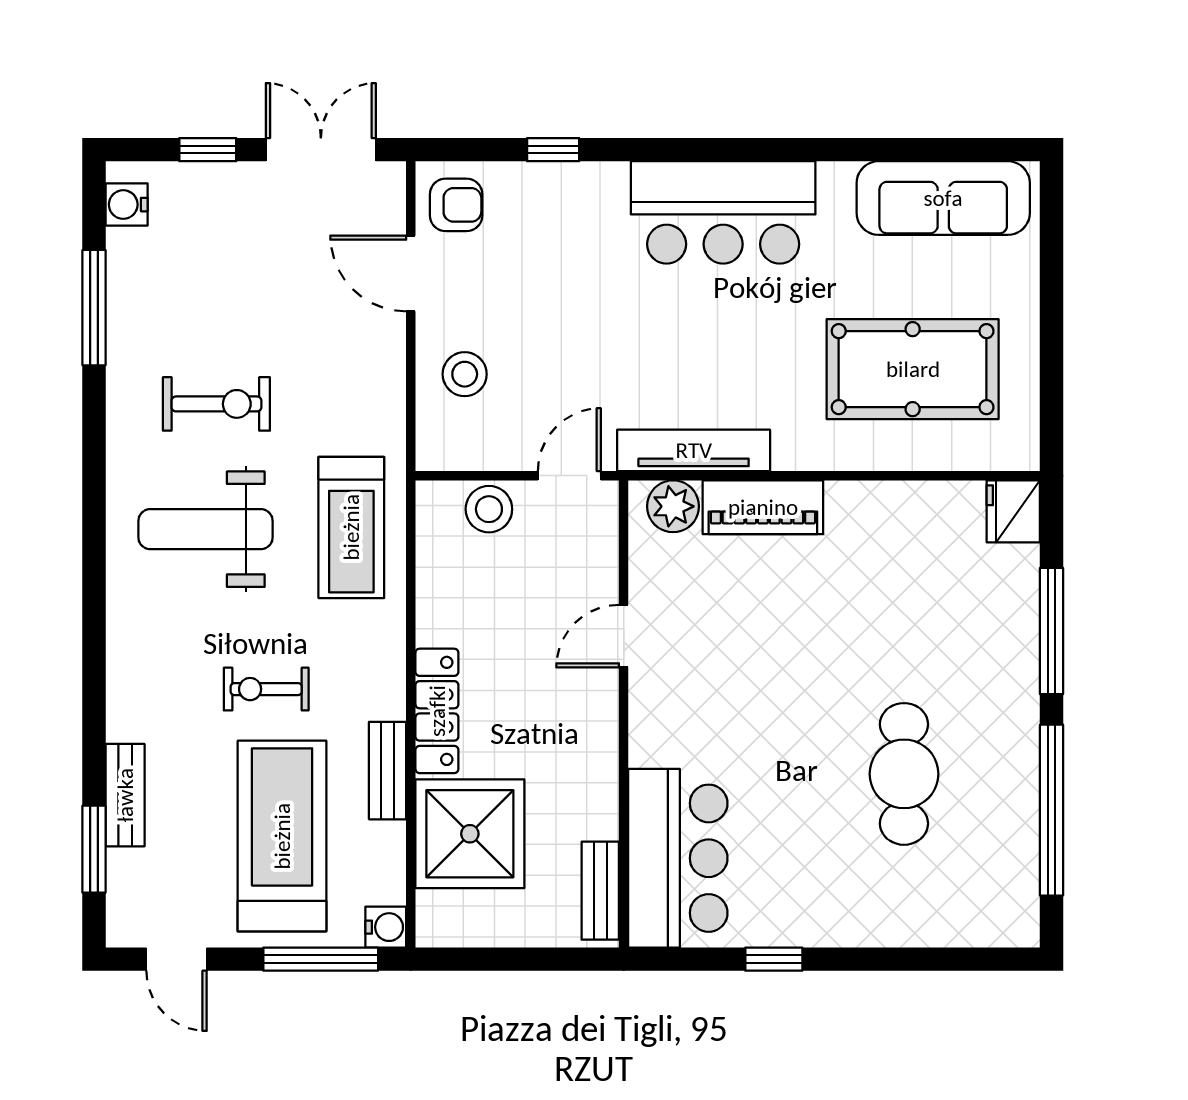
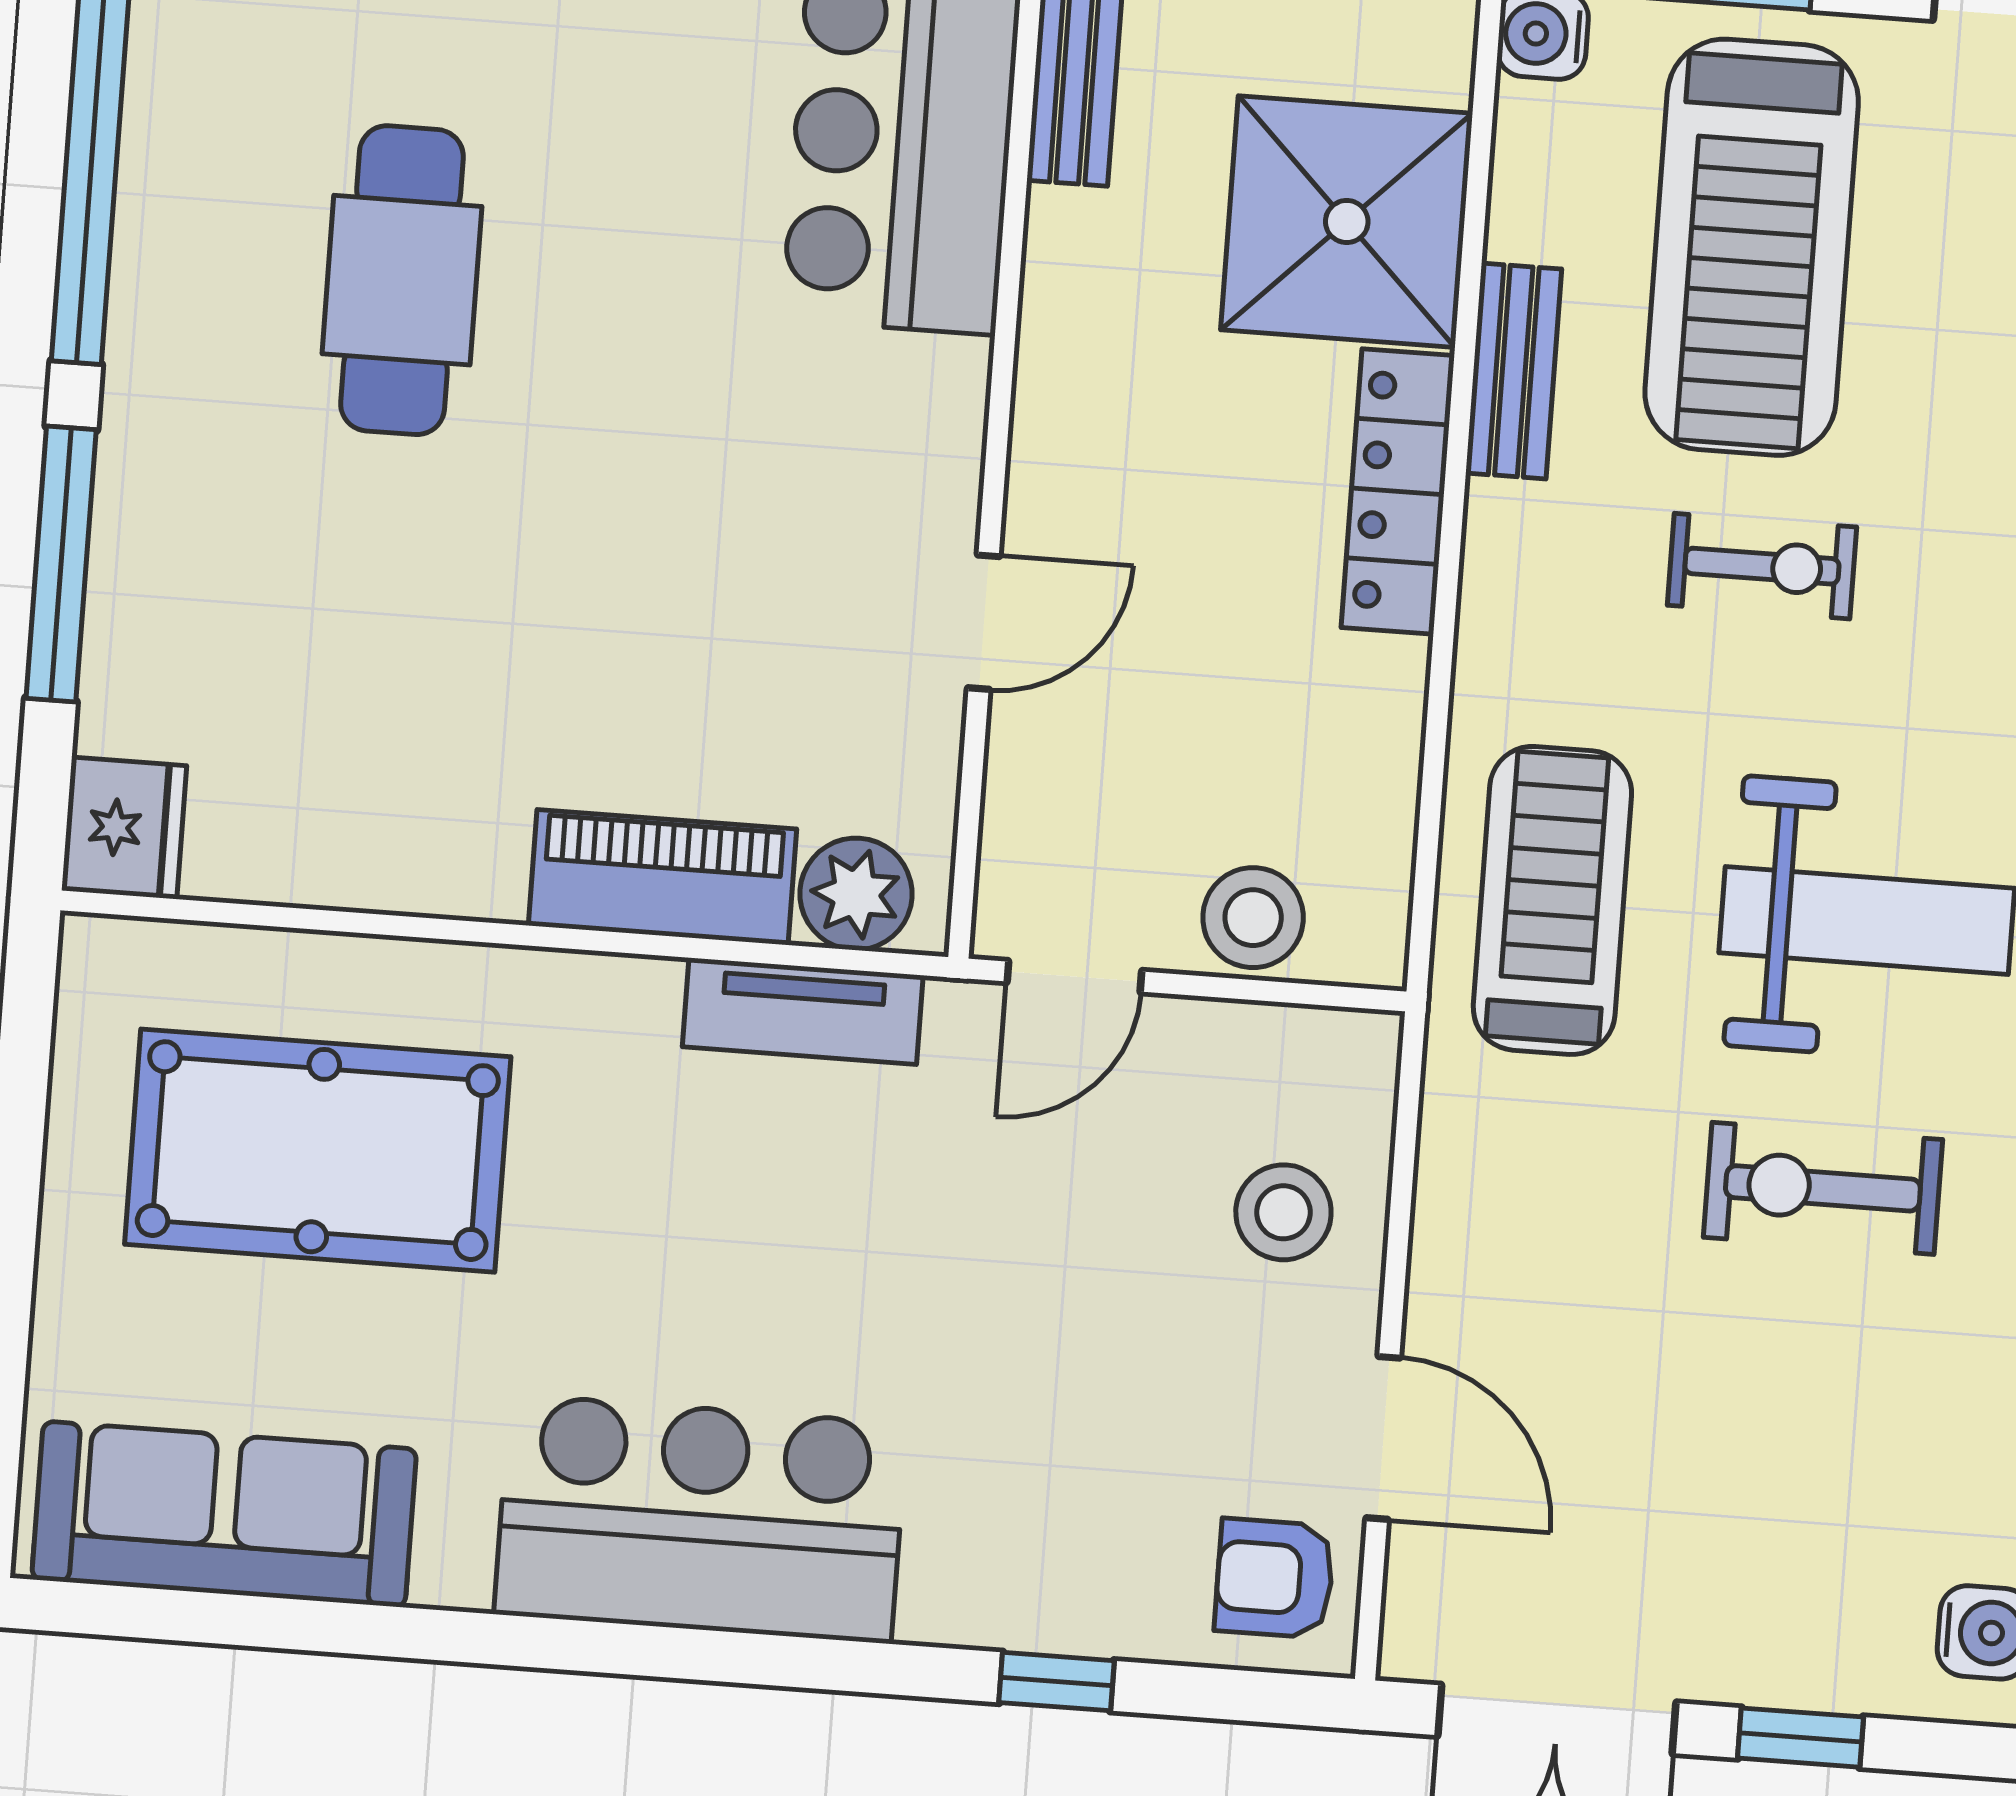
tv unit: (694, 450) -> (803, 1011), width x0.71

